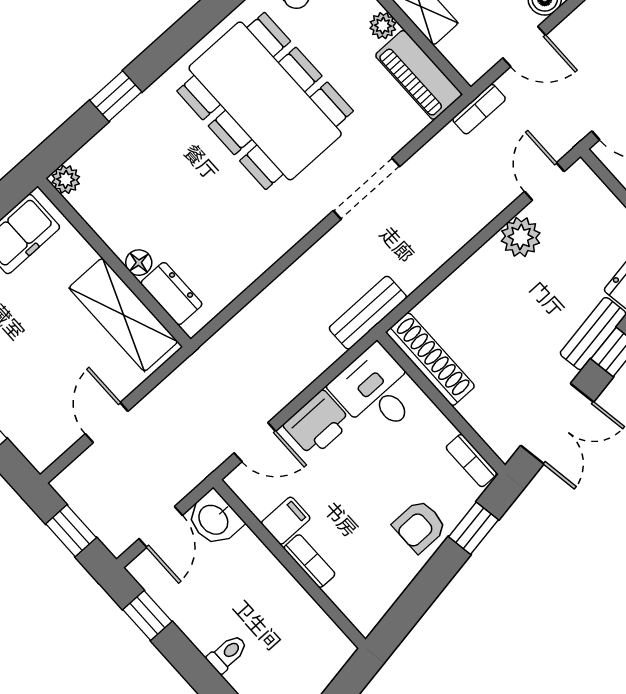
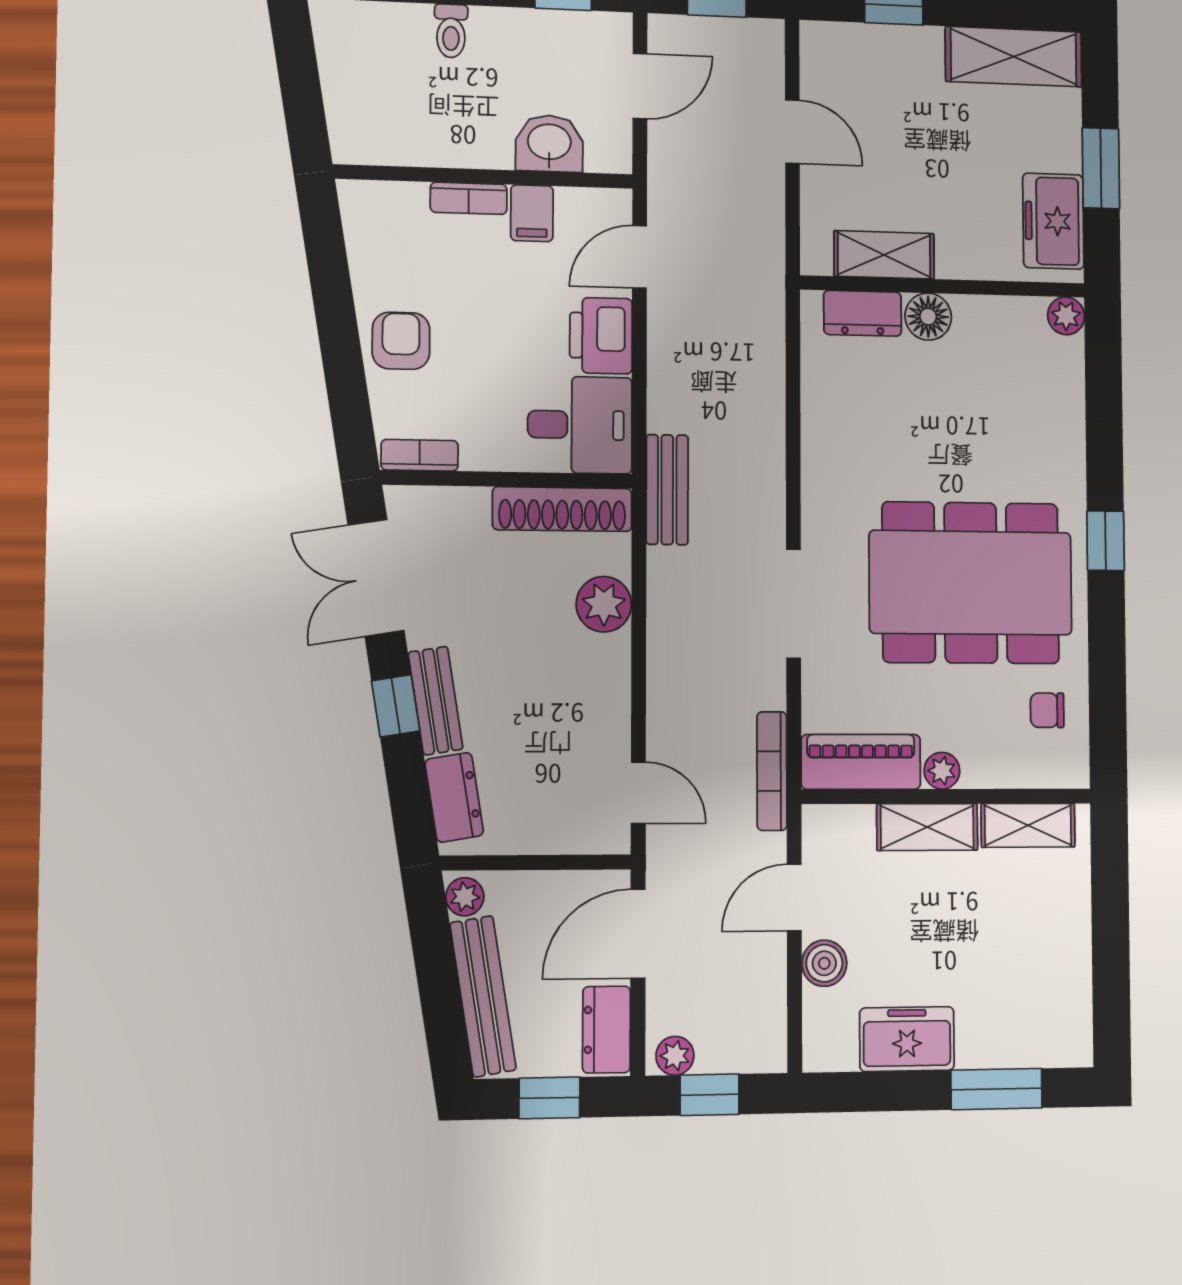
window: (116, 96) -> (1106, 541), moved
bookcase: (479, 109) -> (772, 771), width x1.56
plant: (521, 237) -> (604, 604), moved
floor lamp: (139, 263) -> (928, 317), width x1.37, depth x1.37
shelving: (123, 315) -> (884, 255), width x0.67, depth x0.75
washbasin: (214, 519) -> (549, 143), moved
door: (161, 527) -> (640, 86), swing flipped
window: (473, 528) -> (348, 393), removed

